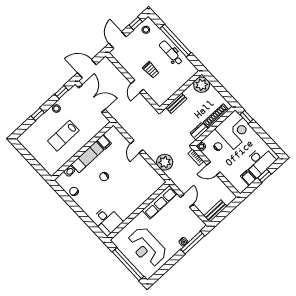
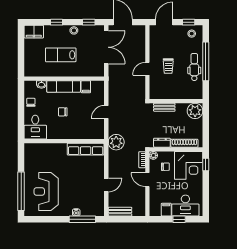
filing cabinet: (27, 137) -> (34, 32), added
row of seats: (160, 202) -> (86, 149), moved
wall: (138, 211) -> (64, 141), moved
desk: (107, 220) -> (35, 127), moved

